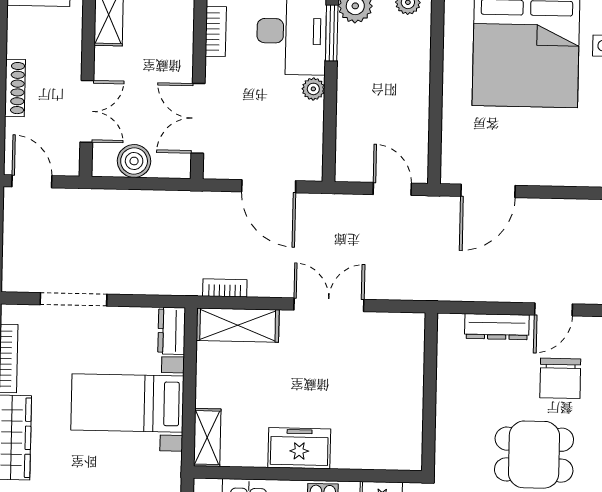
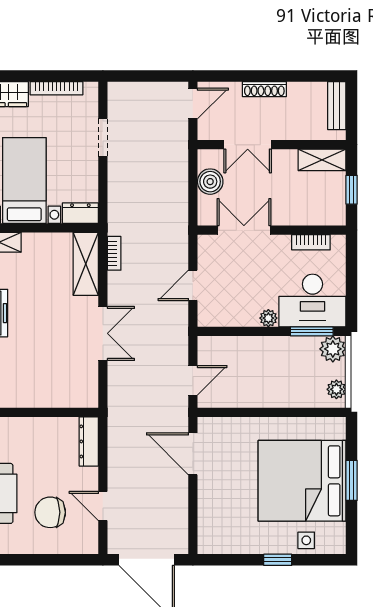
door: (269, 186) -> (193, 285), width x0.73
doorway: (73, 299) -> (103, 137), width x0.73
dresser: (497, 327) -> (89, 441), moved

